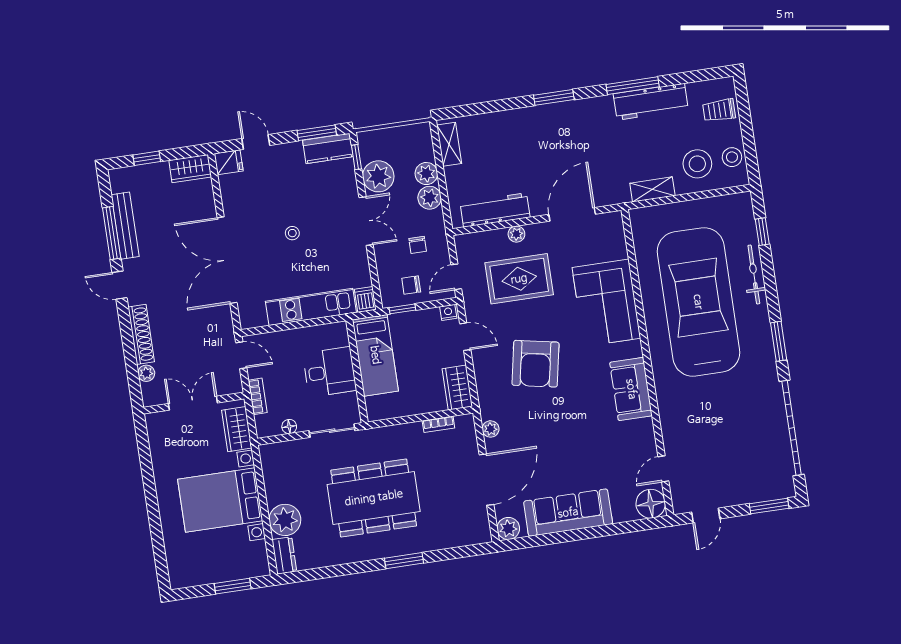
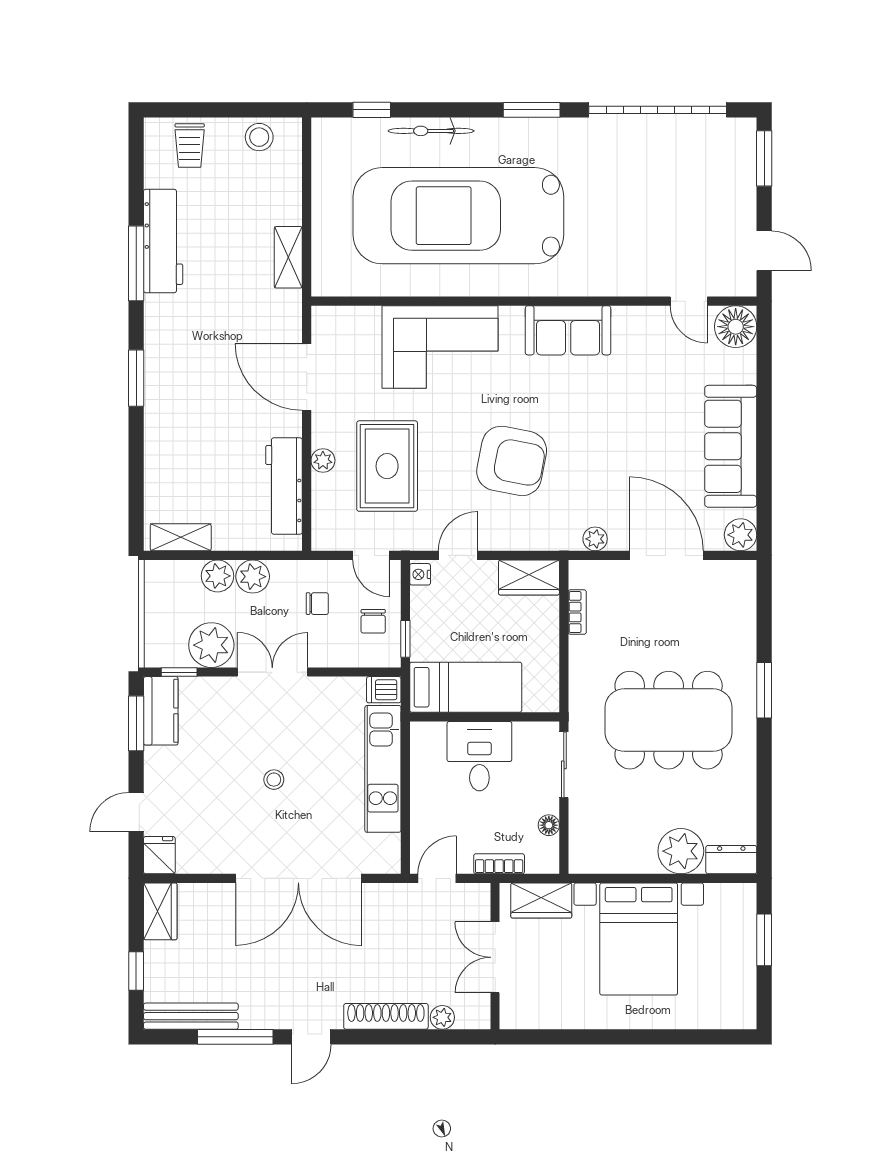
stool: (697, 164) -> (261, 188), removed
bench: (125, 226) -> (191, 1016), moved
dining table: (374, 498) -> (669, 720), turned 90

